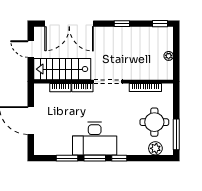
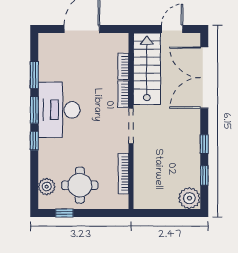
window: (160, 24) -> (204, 175), moved
plant: (169, 56) -> (189, 198), moved, width x1.88, depth x1.88
window: (176, 134) -> (64, 213), width x0.46

